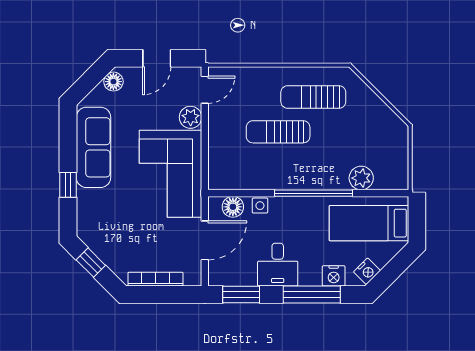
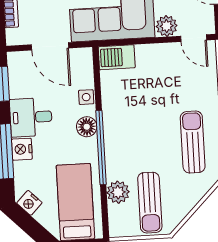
sun lounger: (278, 132) -> (150, 203), moved, turned 180
barbecue: (220, 171) -> (117, 57), added
floor lamp: (233, 207) -> (87, 127), moved
nightstand: (334, 276) -> (22, 149), moved

